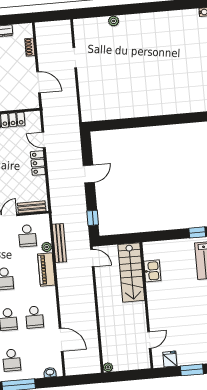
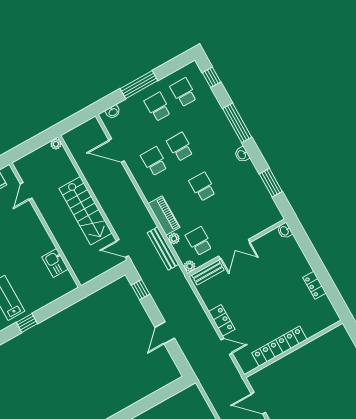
plant: (44, 219) -> (190, 266), added
stairs: (131, 272) -> (85, 211), moved, turned 180

